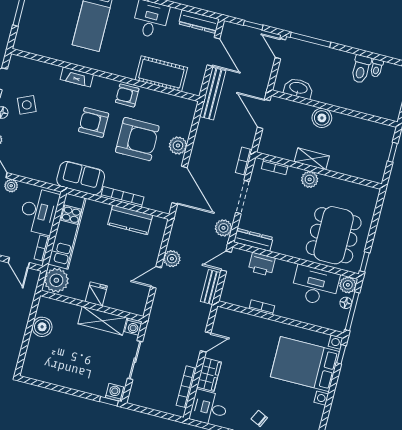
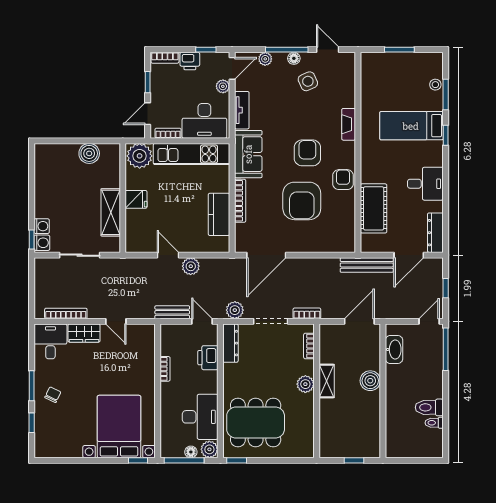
plant: (178, 145) -> (306, 243), removed
tv unit: (38, 174) -> (242, 110), added
washing machine: (133, 327) -> (42, 226), moved, turned 180

